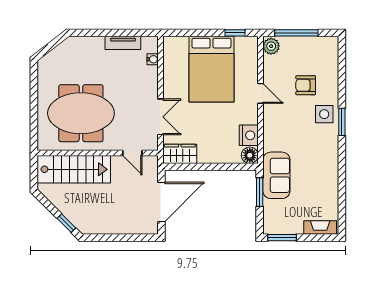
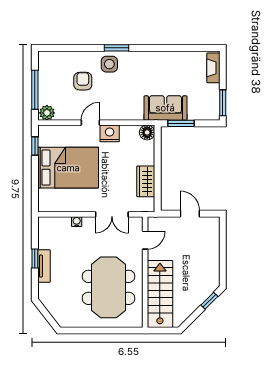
window: (112, 33) -> (35, 258), added
tv unit: (123, 43) -> (44, 266), moved
water cooler: (153, 59) -> (77, 222), moved
armchair: (306, 85) -> (83, 81), turned 180
double door: (160, 117) -> (112, 214), swing flipped
nightstand: (249, 135) -> (110, 133), moved
wardrobe: (180, 154) -> (146, 181), moved
door: (161, 202) -> (190, 214), width x0.53

